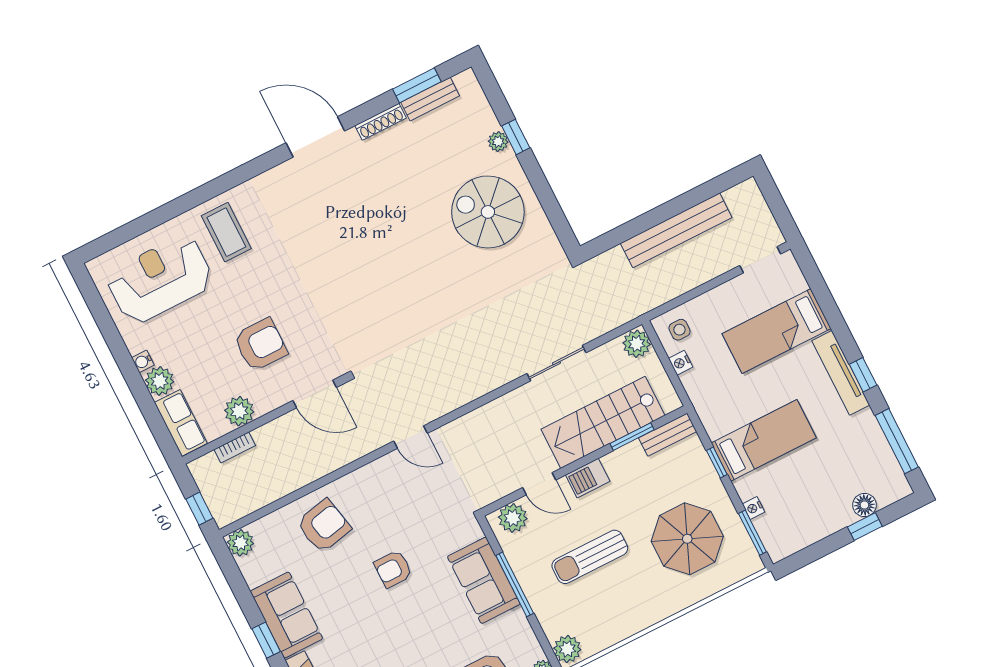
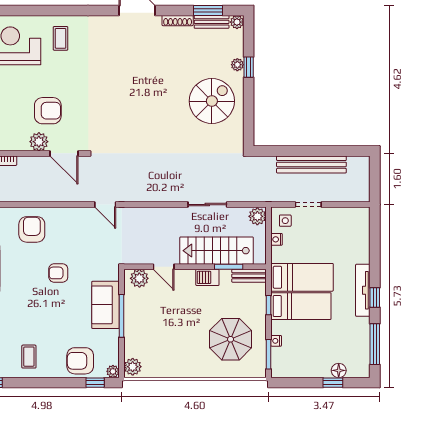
plant: (467, 81) -> (237, 22), added
spiral stairs: (488, 212) -> (212, 101), turned 90
coffee table: (226, 232) -> (61, 38), width x0.73, depth x0.77
doorway: (760, 260) -> (308, 205), moved
bed: (776, 331) -> (302, 277), moved, turned 180
plant: (239, 411) -> (39, 142), moved
barbecue: (588, 478) -> (207, 277), moved
armchair: (324, 526) -> (32, 229), turned -78
sun lounger: (590, 557) -> (171, 322), removed

